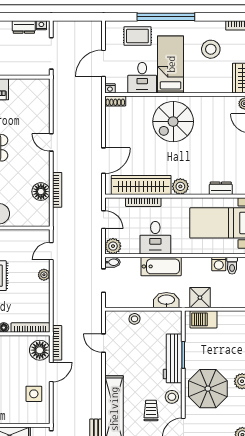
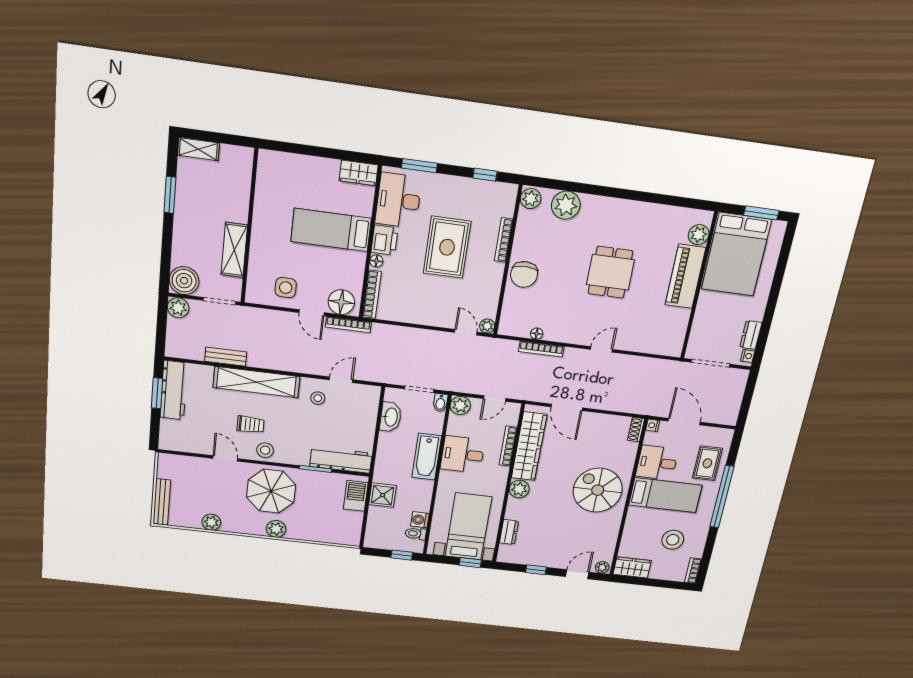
floor lamp: (41, 192) -> (537, 334), width x0.53, depth x0.53
plant: (44, 275) -> (487, 326), moved
washbasin: (166, 300) -> (391, 417), moved
stool: (135, 319) -> (318, 398), moved
workbench: (173, 358) -> (341, 460), moved

